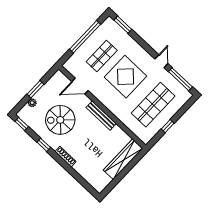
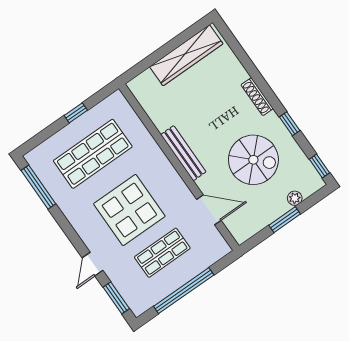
door: (161, 61) -> (93, 264), moved
wardrobe: (123, 159) -> (186, 55), moved

